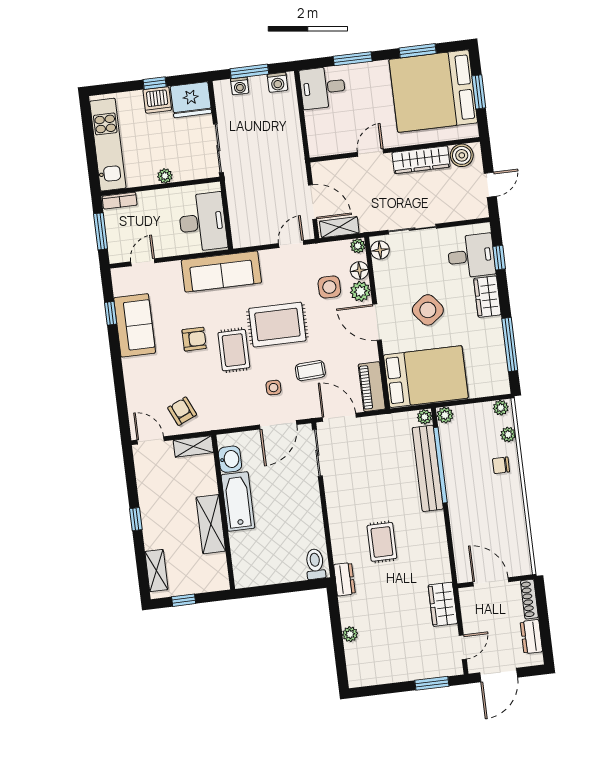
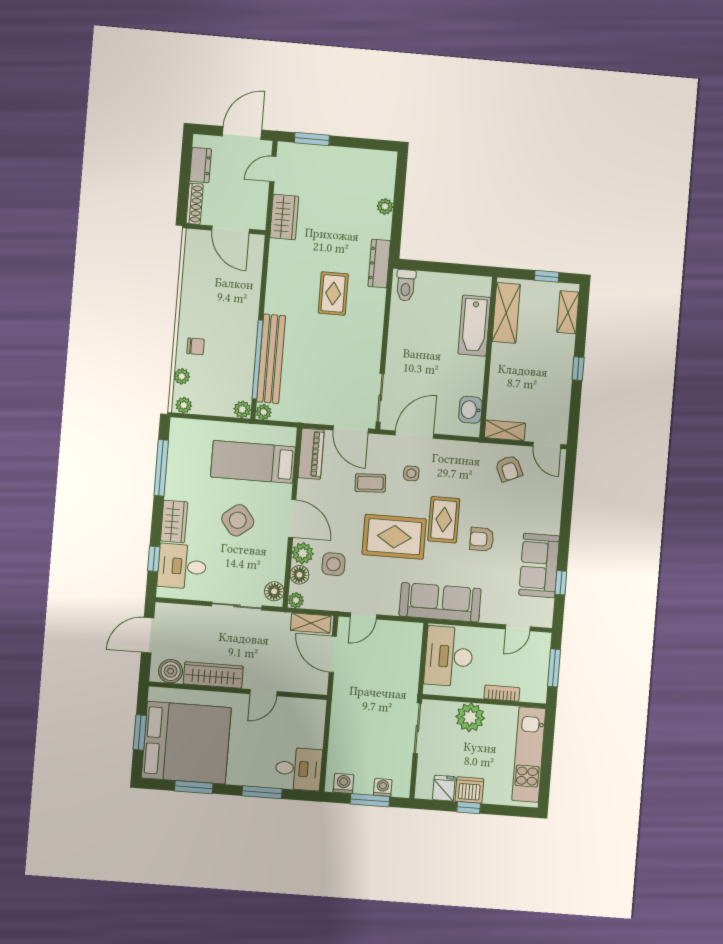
fridge: (191, 100) -> (444, 788), width x0.53, depth x0.75
plant: (165, 176) -> (470, 717), width x1.87, depth x1.87
door: (490, 185) -> (148, 635), width x1.37
bookcase: (120, 201) -> (502, 693), moved
bed: (426, 377) -> (253, 462), width x0.67
bathtub: (238, 501) -> (474, 326), moved
shelving: (211, 524) -> (506, 313), moved
dresser: (344, 579) -> (379, 263), width x1.44

